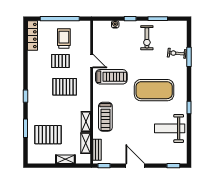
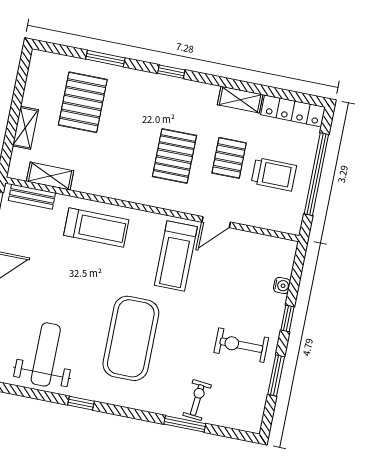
treadmill: (105, 117) -> (96, 228), turned 180
shelving: (86, 122) -> (240, 100), moved

